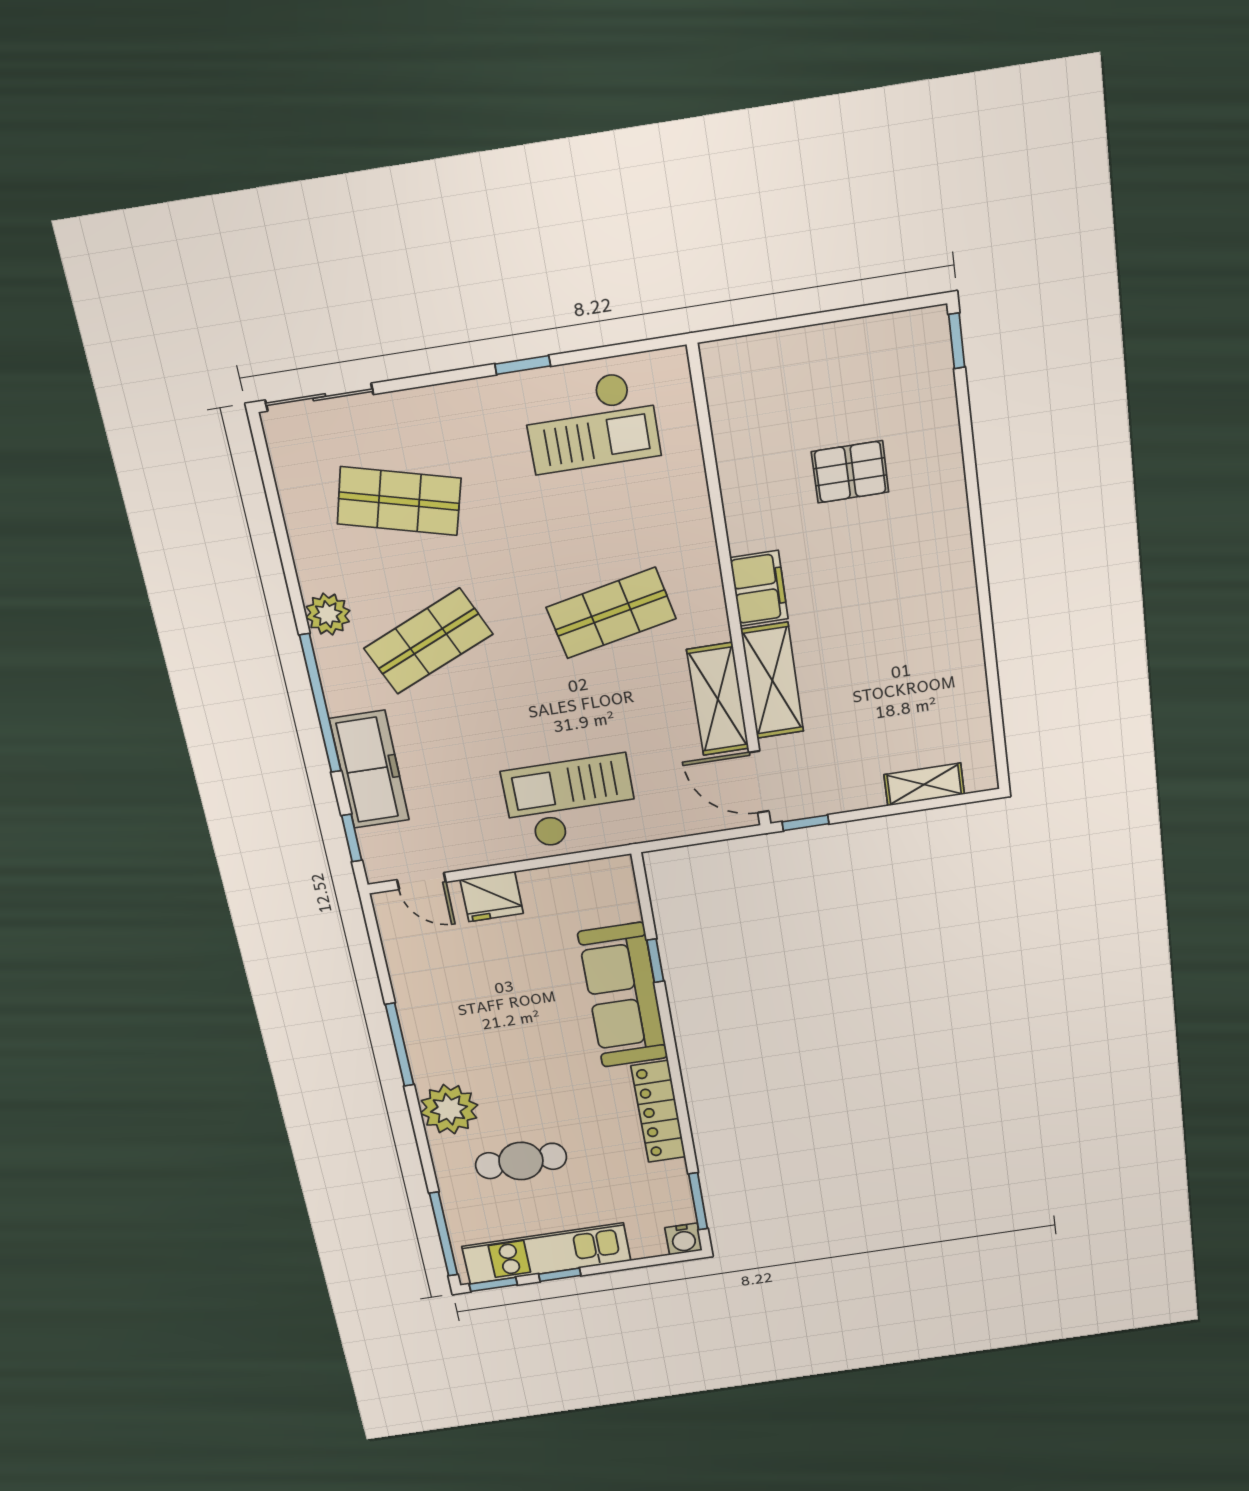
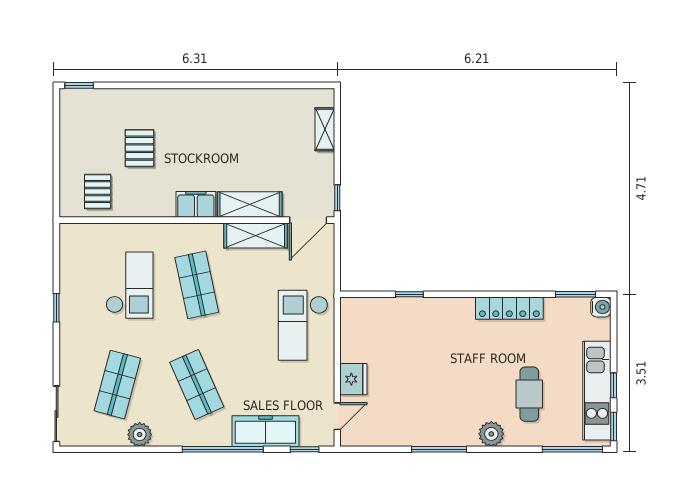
pallet: (758, 408) -> (98, 191), added
checkout: (591, 422) -> (130, 285), moved
plant: (328, 614) -> (140, 435), moved
sofa: (623, 995) -> (429, 316), removed
plant: (449, 1109) -> (491, 434), width x0.73, depth x0.73

